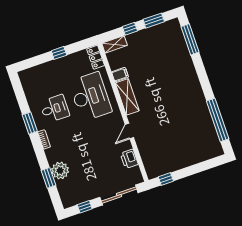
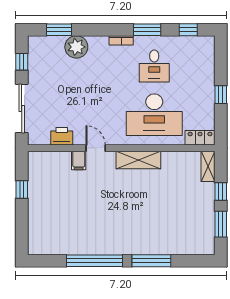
window: (190, 39) -> (151, 261), moved
filing cabinet: (120, 75) -> (79, 160), moved
window: (19, 93) -> (188, 30), added
window: (218, 120) -> (95, 261), moved
window: (49, 178) -> (59, 30), moved
window: (166, 179) -> (22, 190), moved

